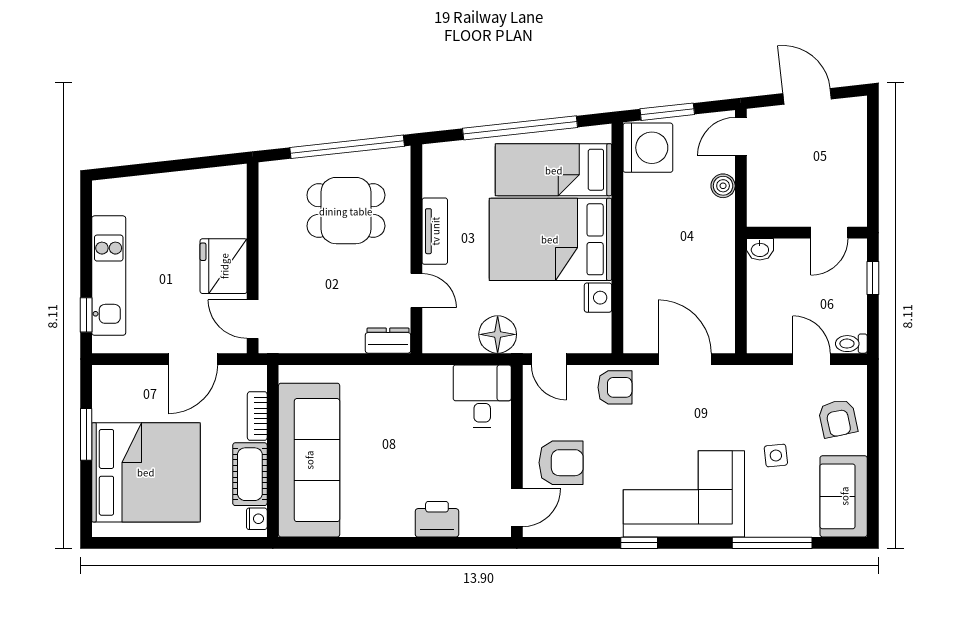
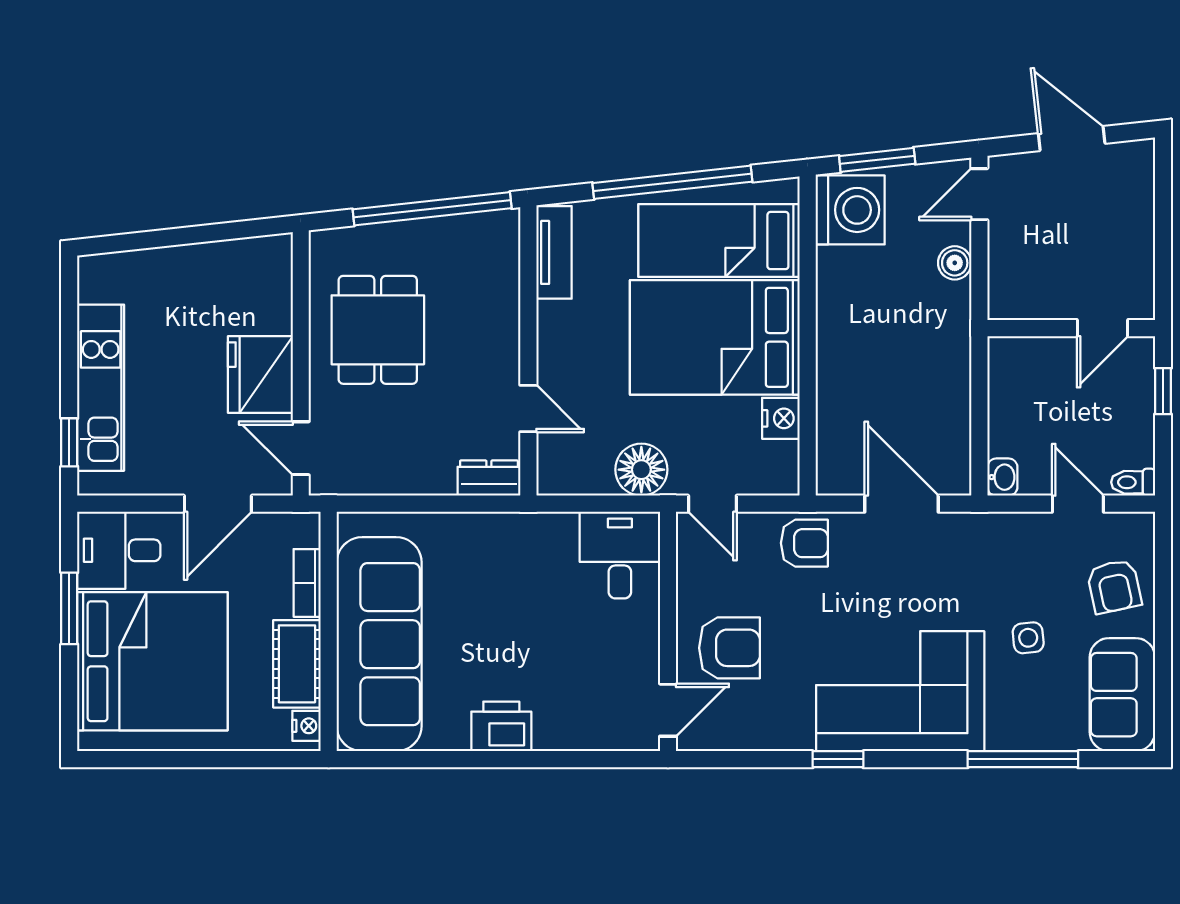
dining table: (346, 211) -> (378, 330), moved, turned 90
tv unit: (435, 231) -> (554, 252), moved
washbasin: (760, 249) -> (1002, 477), moved, turned -90
desk: (122, 393) -> (119, 550), added
printer: (437, 519) -> (501, 726), moved

